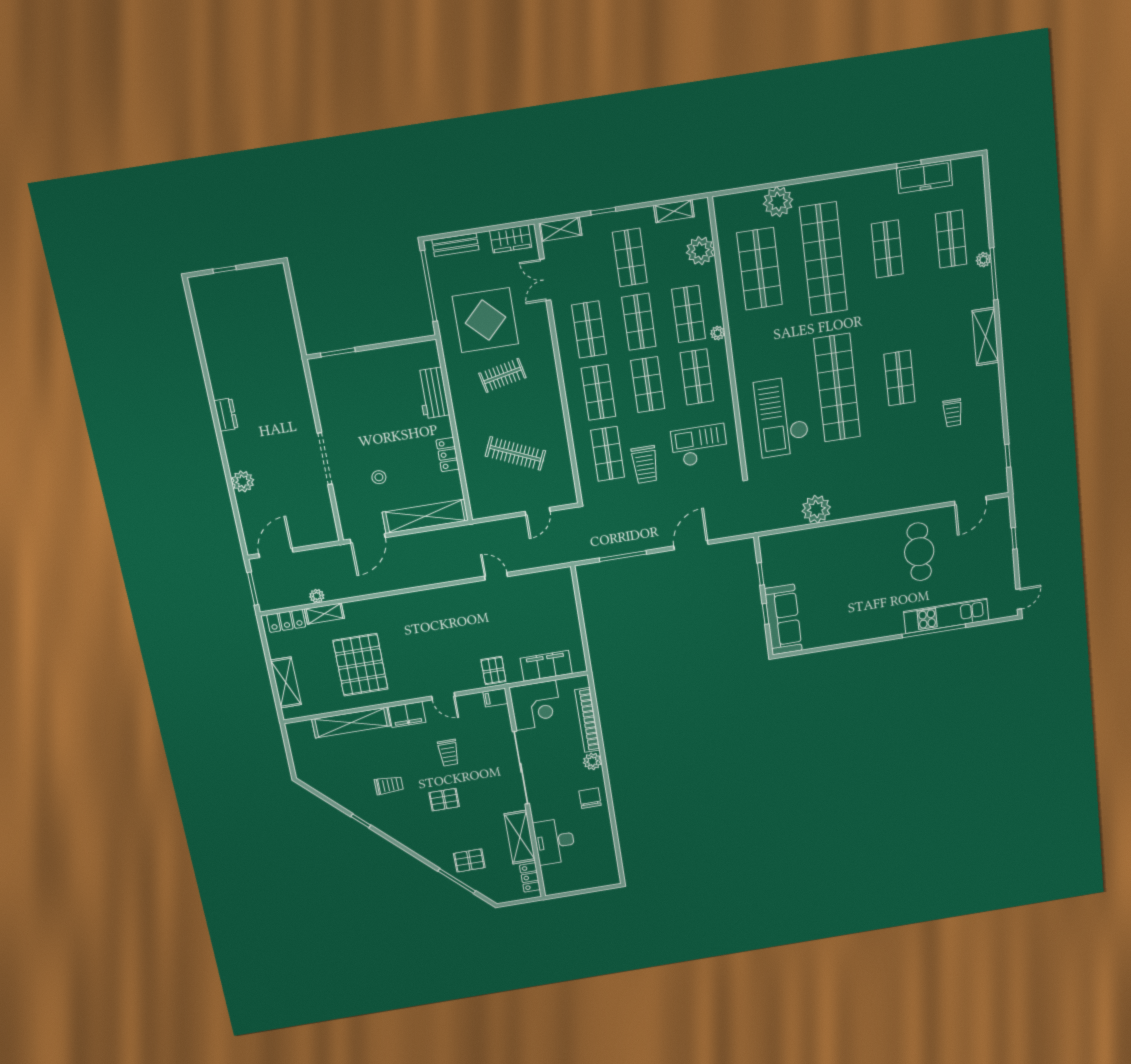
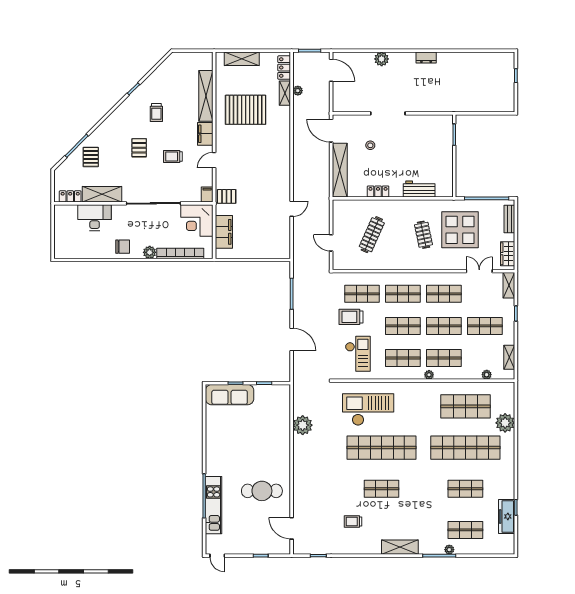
plant: (700, 251) -> (487, 375), width x0.53, depth x0.53

